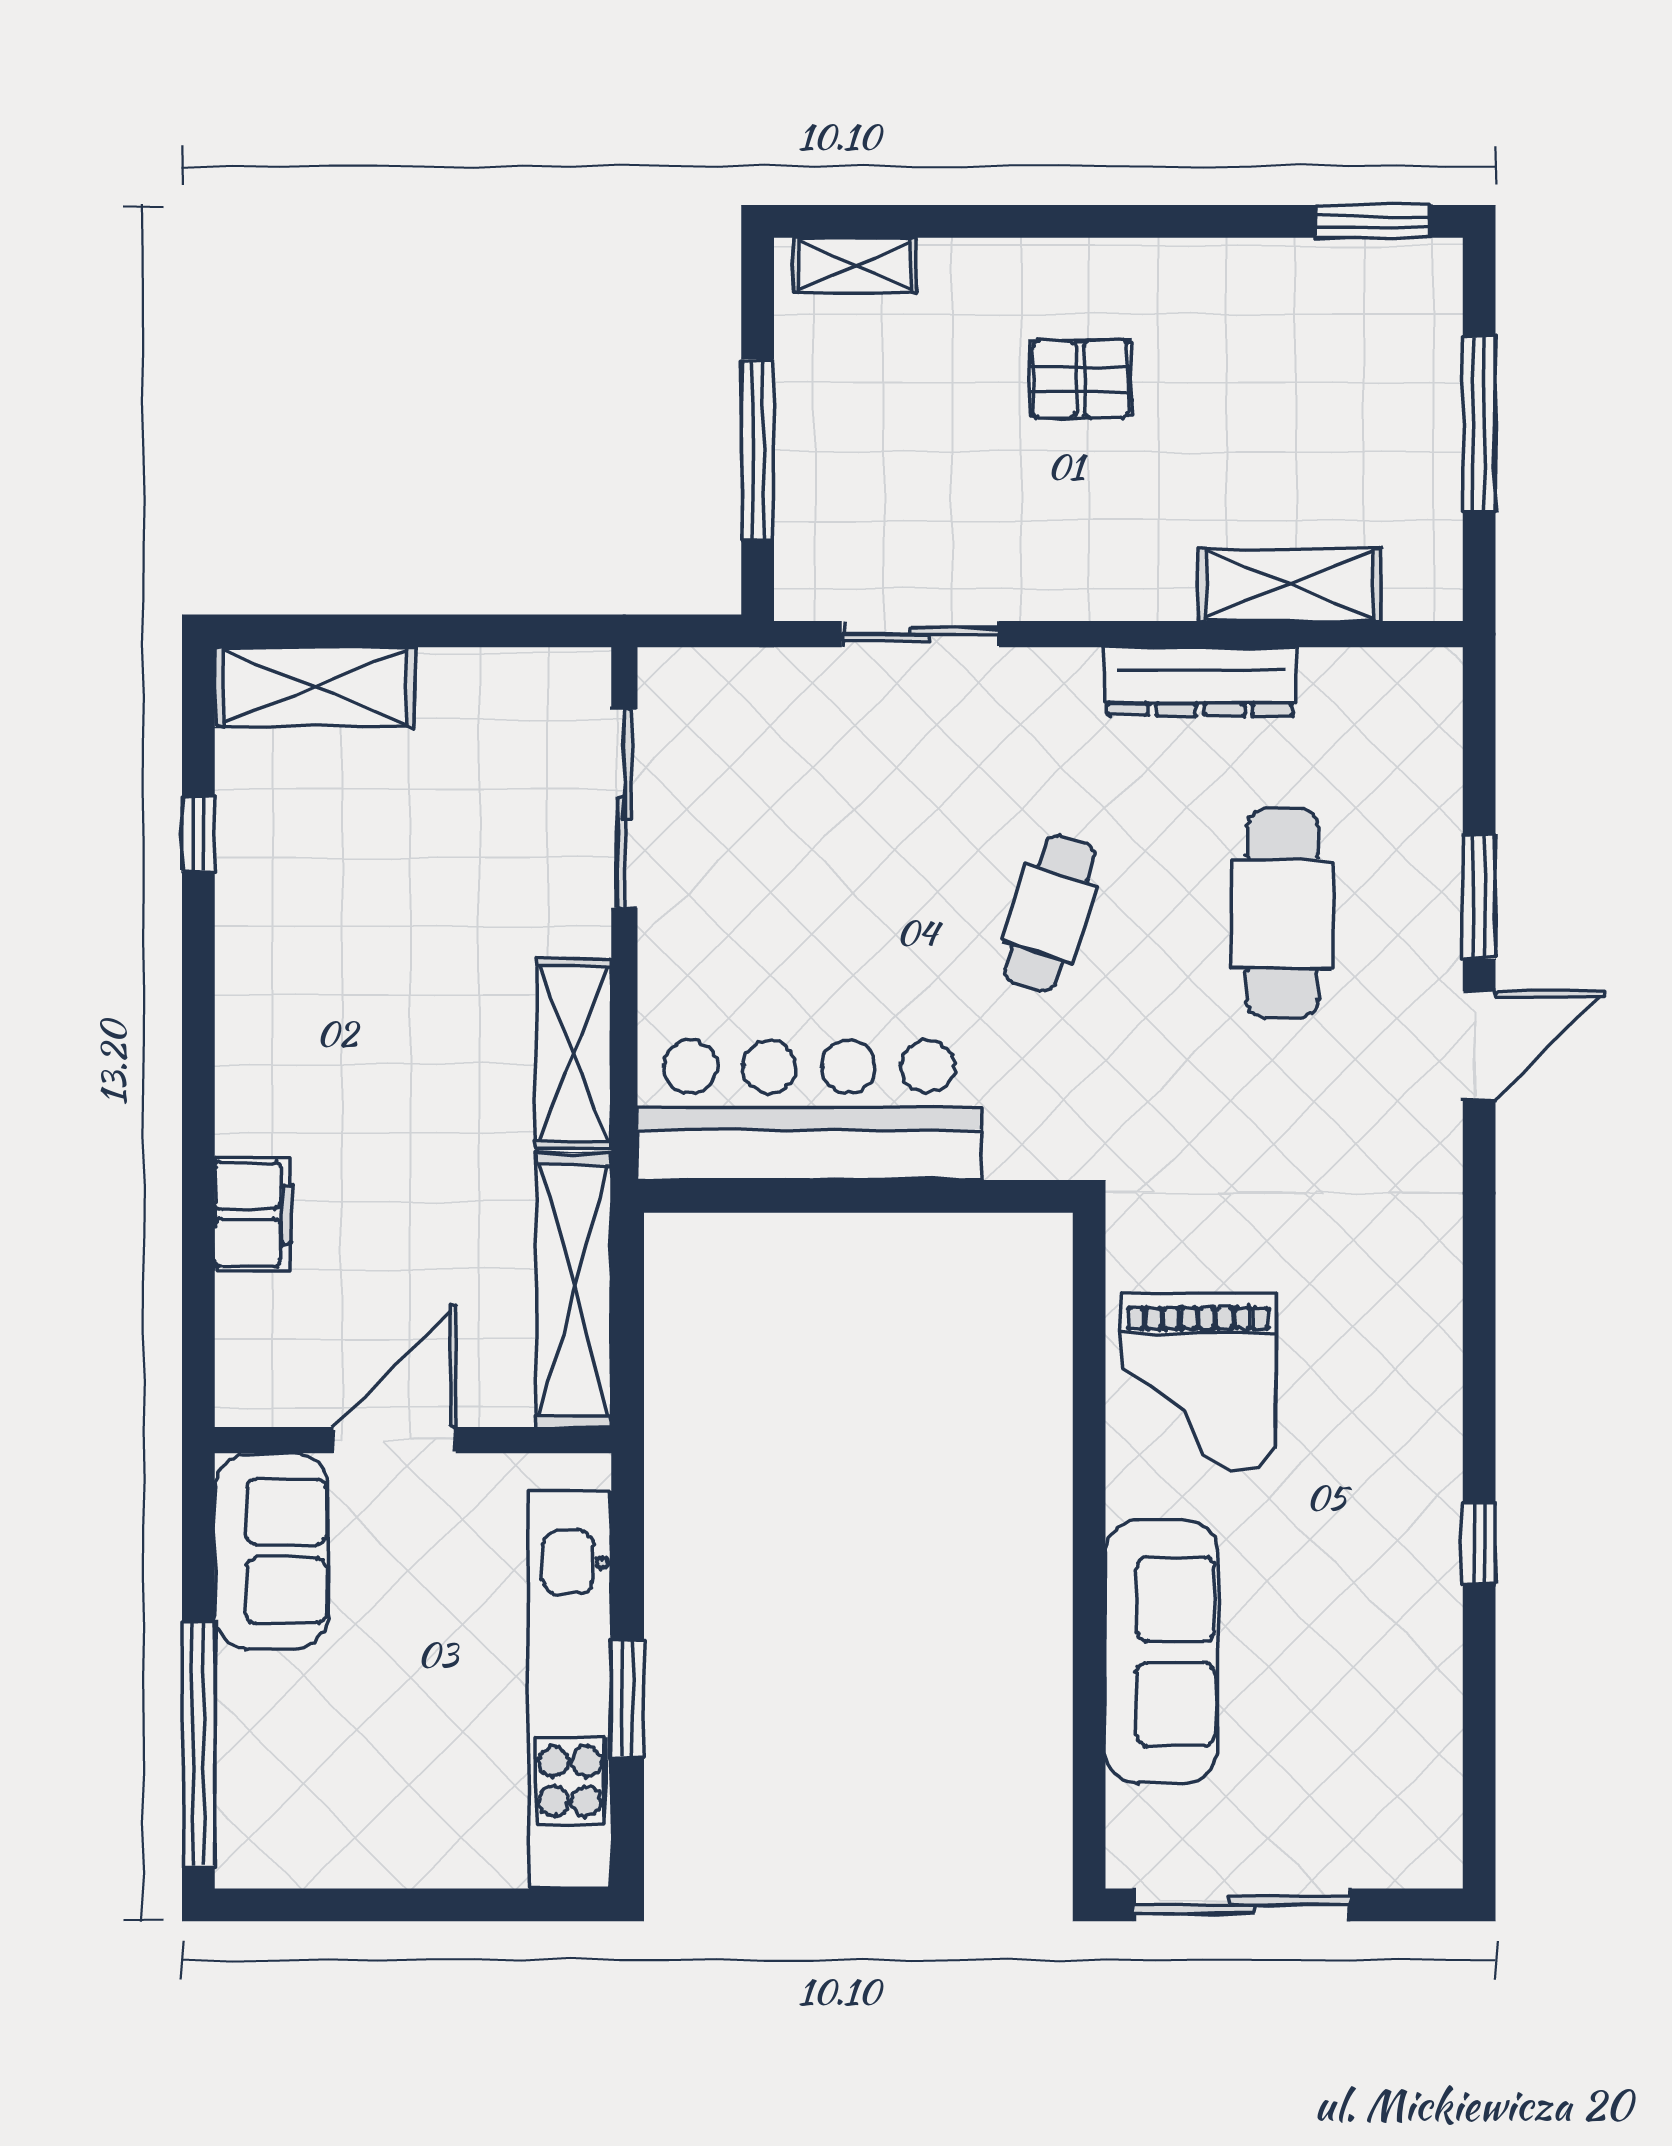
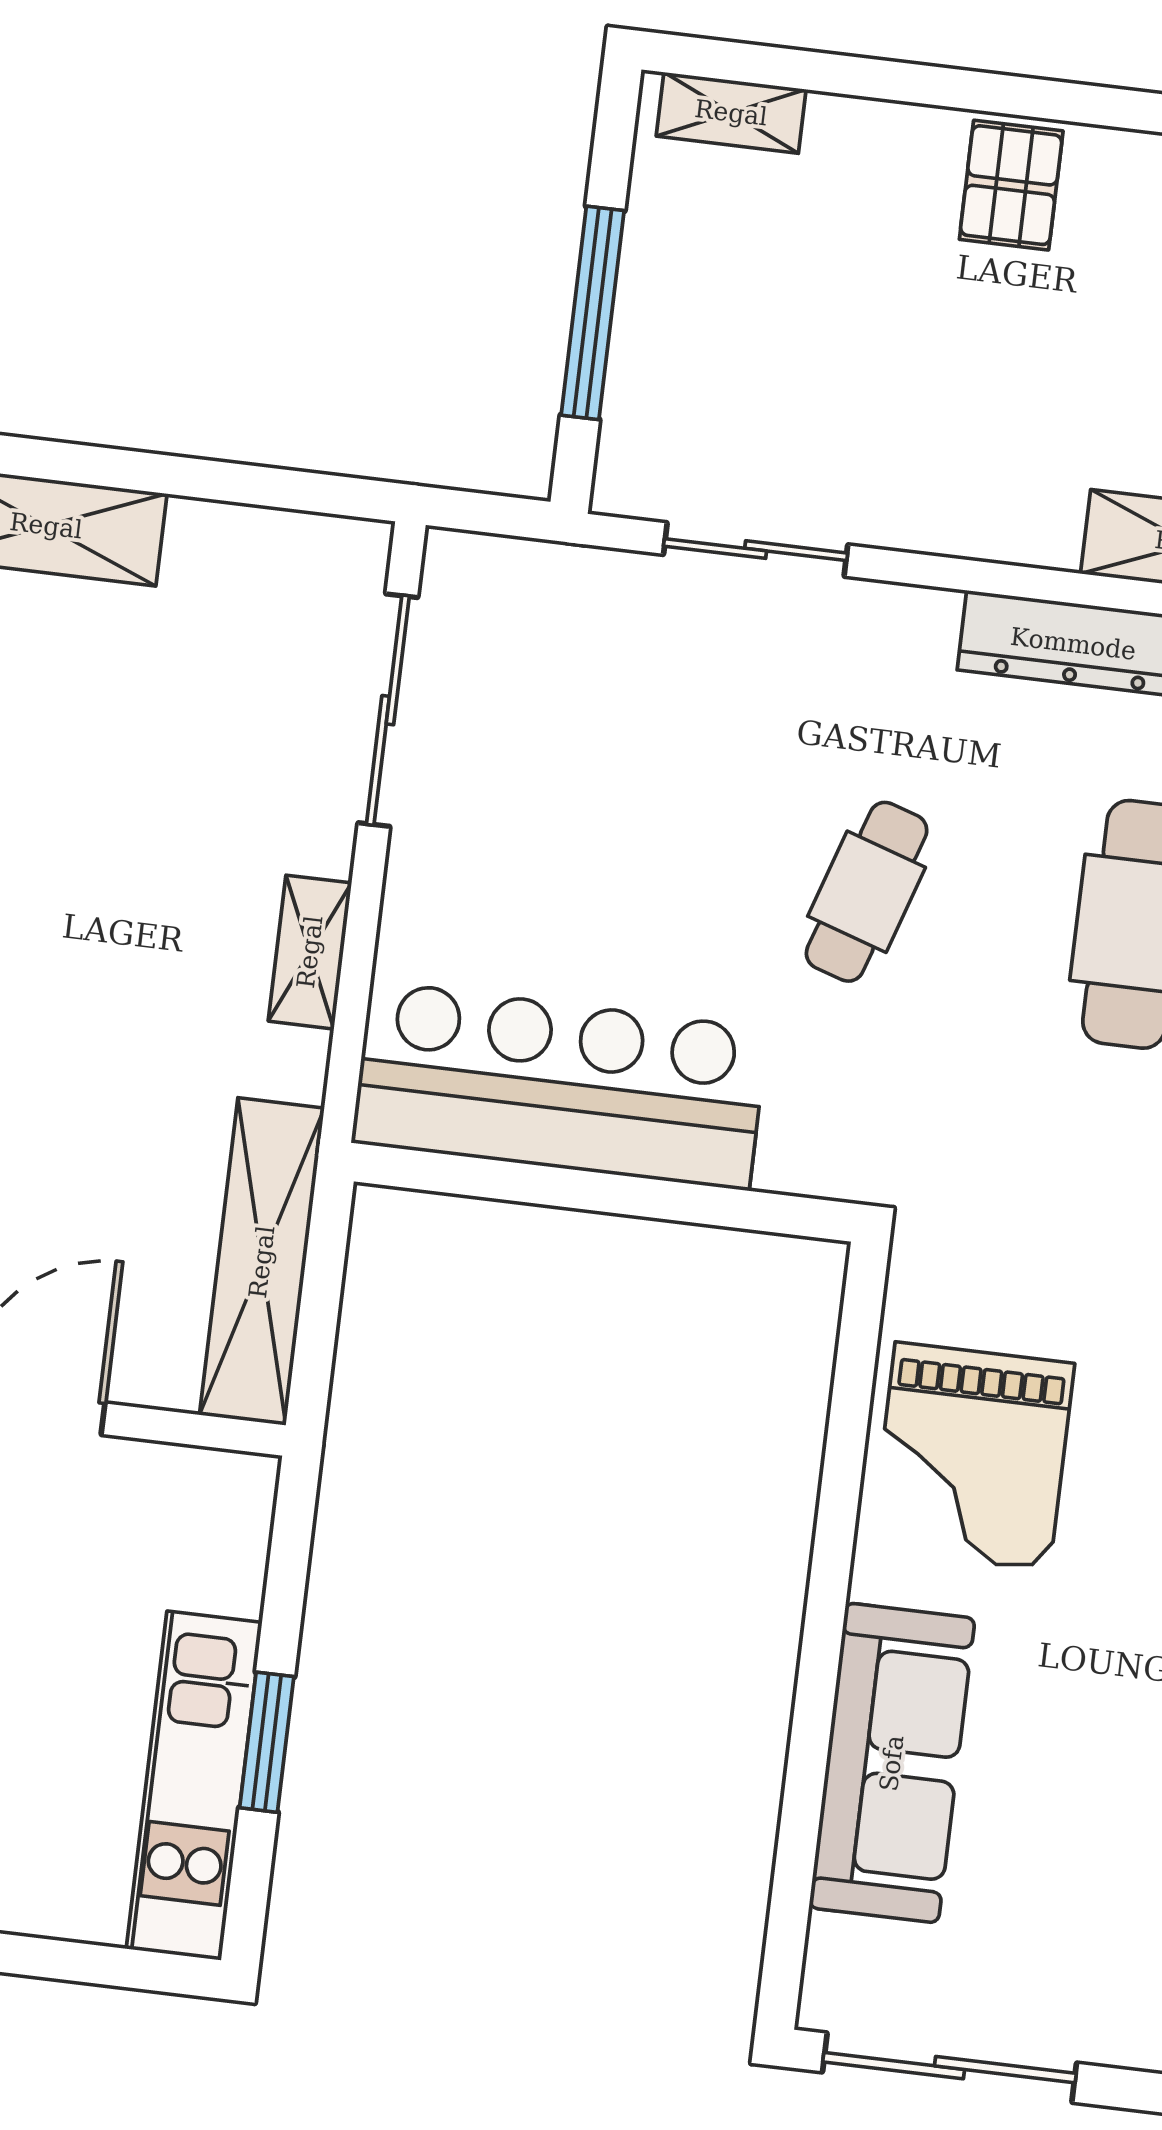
pallet: (1080, 379) -> (1011, 185), moved, turned 90
shelving: (573, 1054) -> (310, 952), width x0.67, depth x0.75
kitchen unit: (570, 1690) -> (194, 1786), width x0.73

